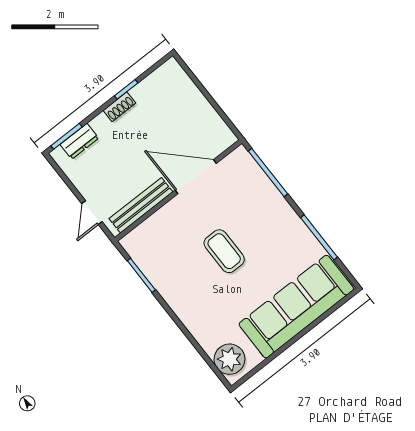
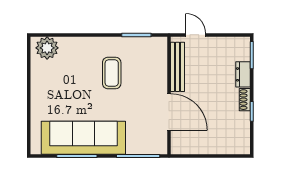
dresser: (79, 141) -> (243, 74), moved
door: (196, 177) -> (169, 112), hinge flipped
coffee table: (224, 251) -> (112, 73), moved, turned 90
sofa: (296, 307) -> (83, 138), moved, turned -90

